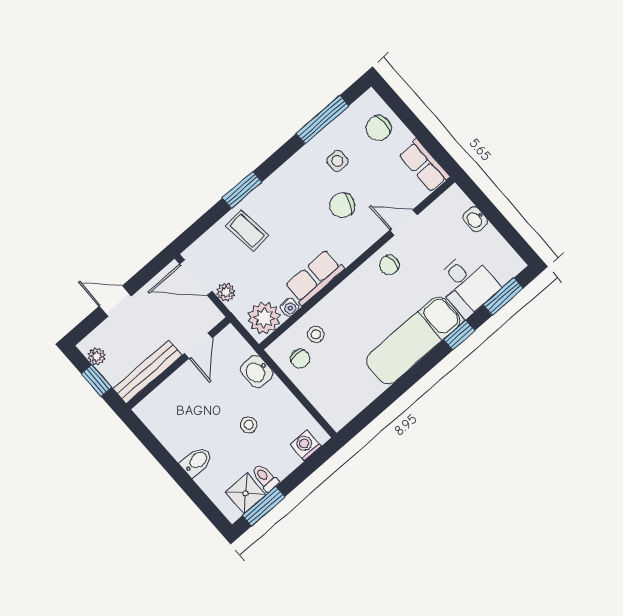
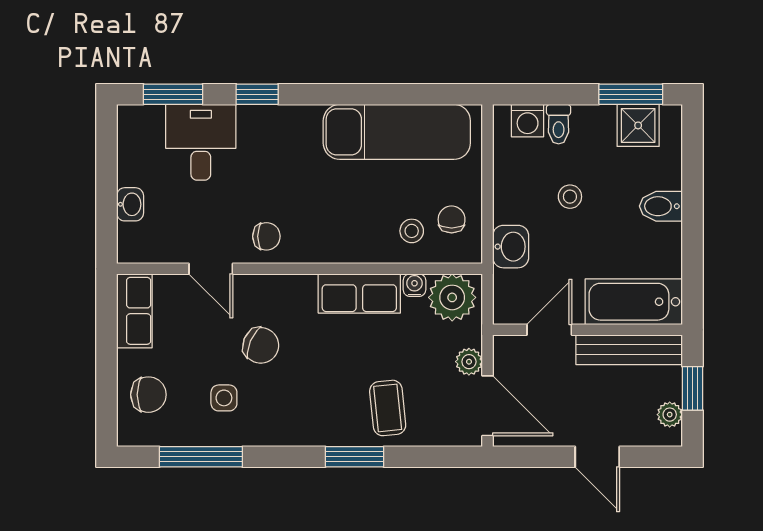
exam couch: (413, 341) -> (397, 132), moved
bathtub: (167, 399) -> (634, 302), added
toilet: (265, 478) -> (559, 124), moved

